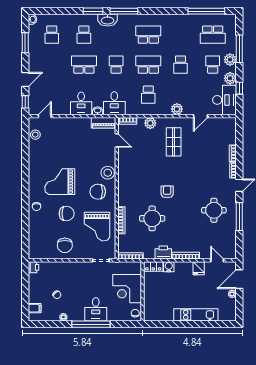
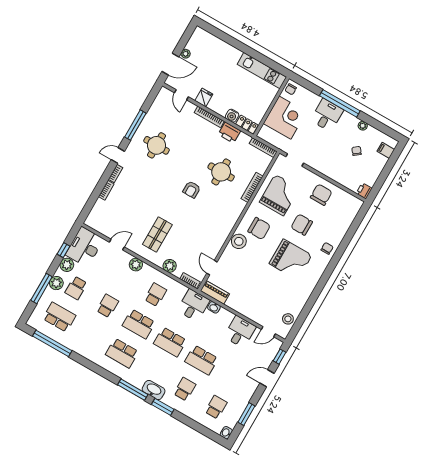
school desk: (116, 65) -> (170, 342), width x1.85
desk: (81, 103) -> (240, 332), moved
kitchen unit: (196, 315) -> (262, 71), moved

